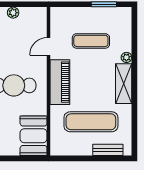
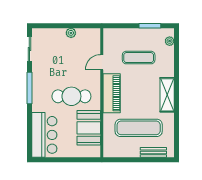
plant: (126, 57) -> (170, 41), moved
booth: (34, 136) -> (89, 128), moved

